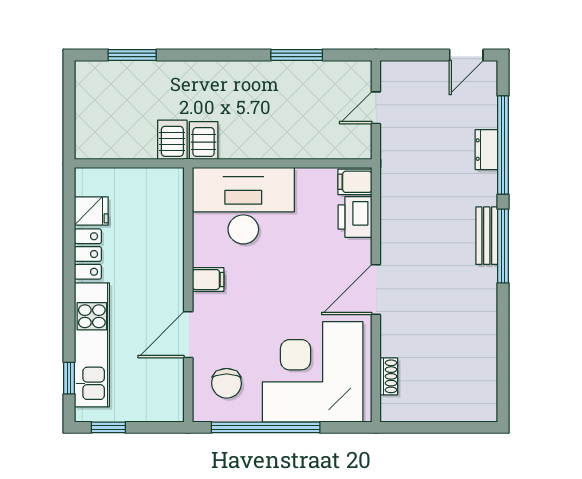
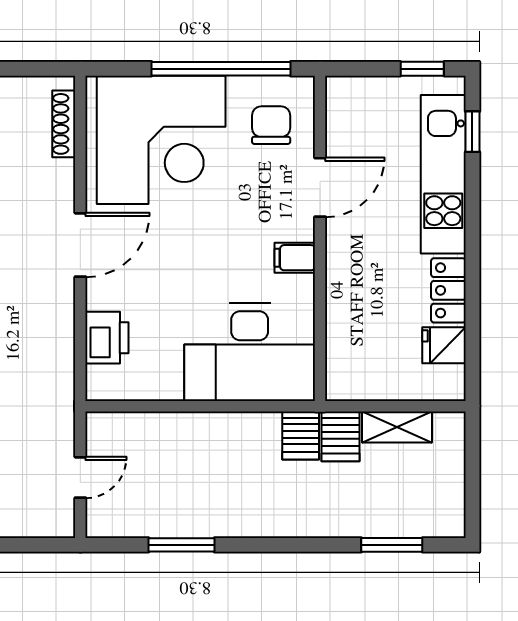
shelving: (128, 147) -> (397, 427), added
filing cabinet: (355, 182) -> (107, 383), removed
shoe rack: (389, 376) -> (64, 124), width x1.43

